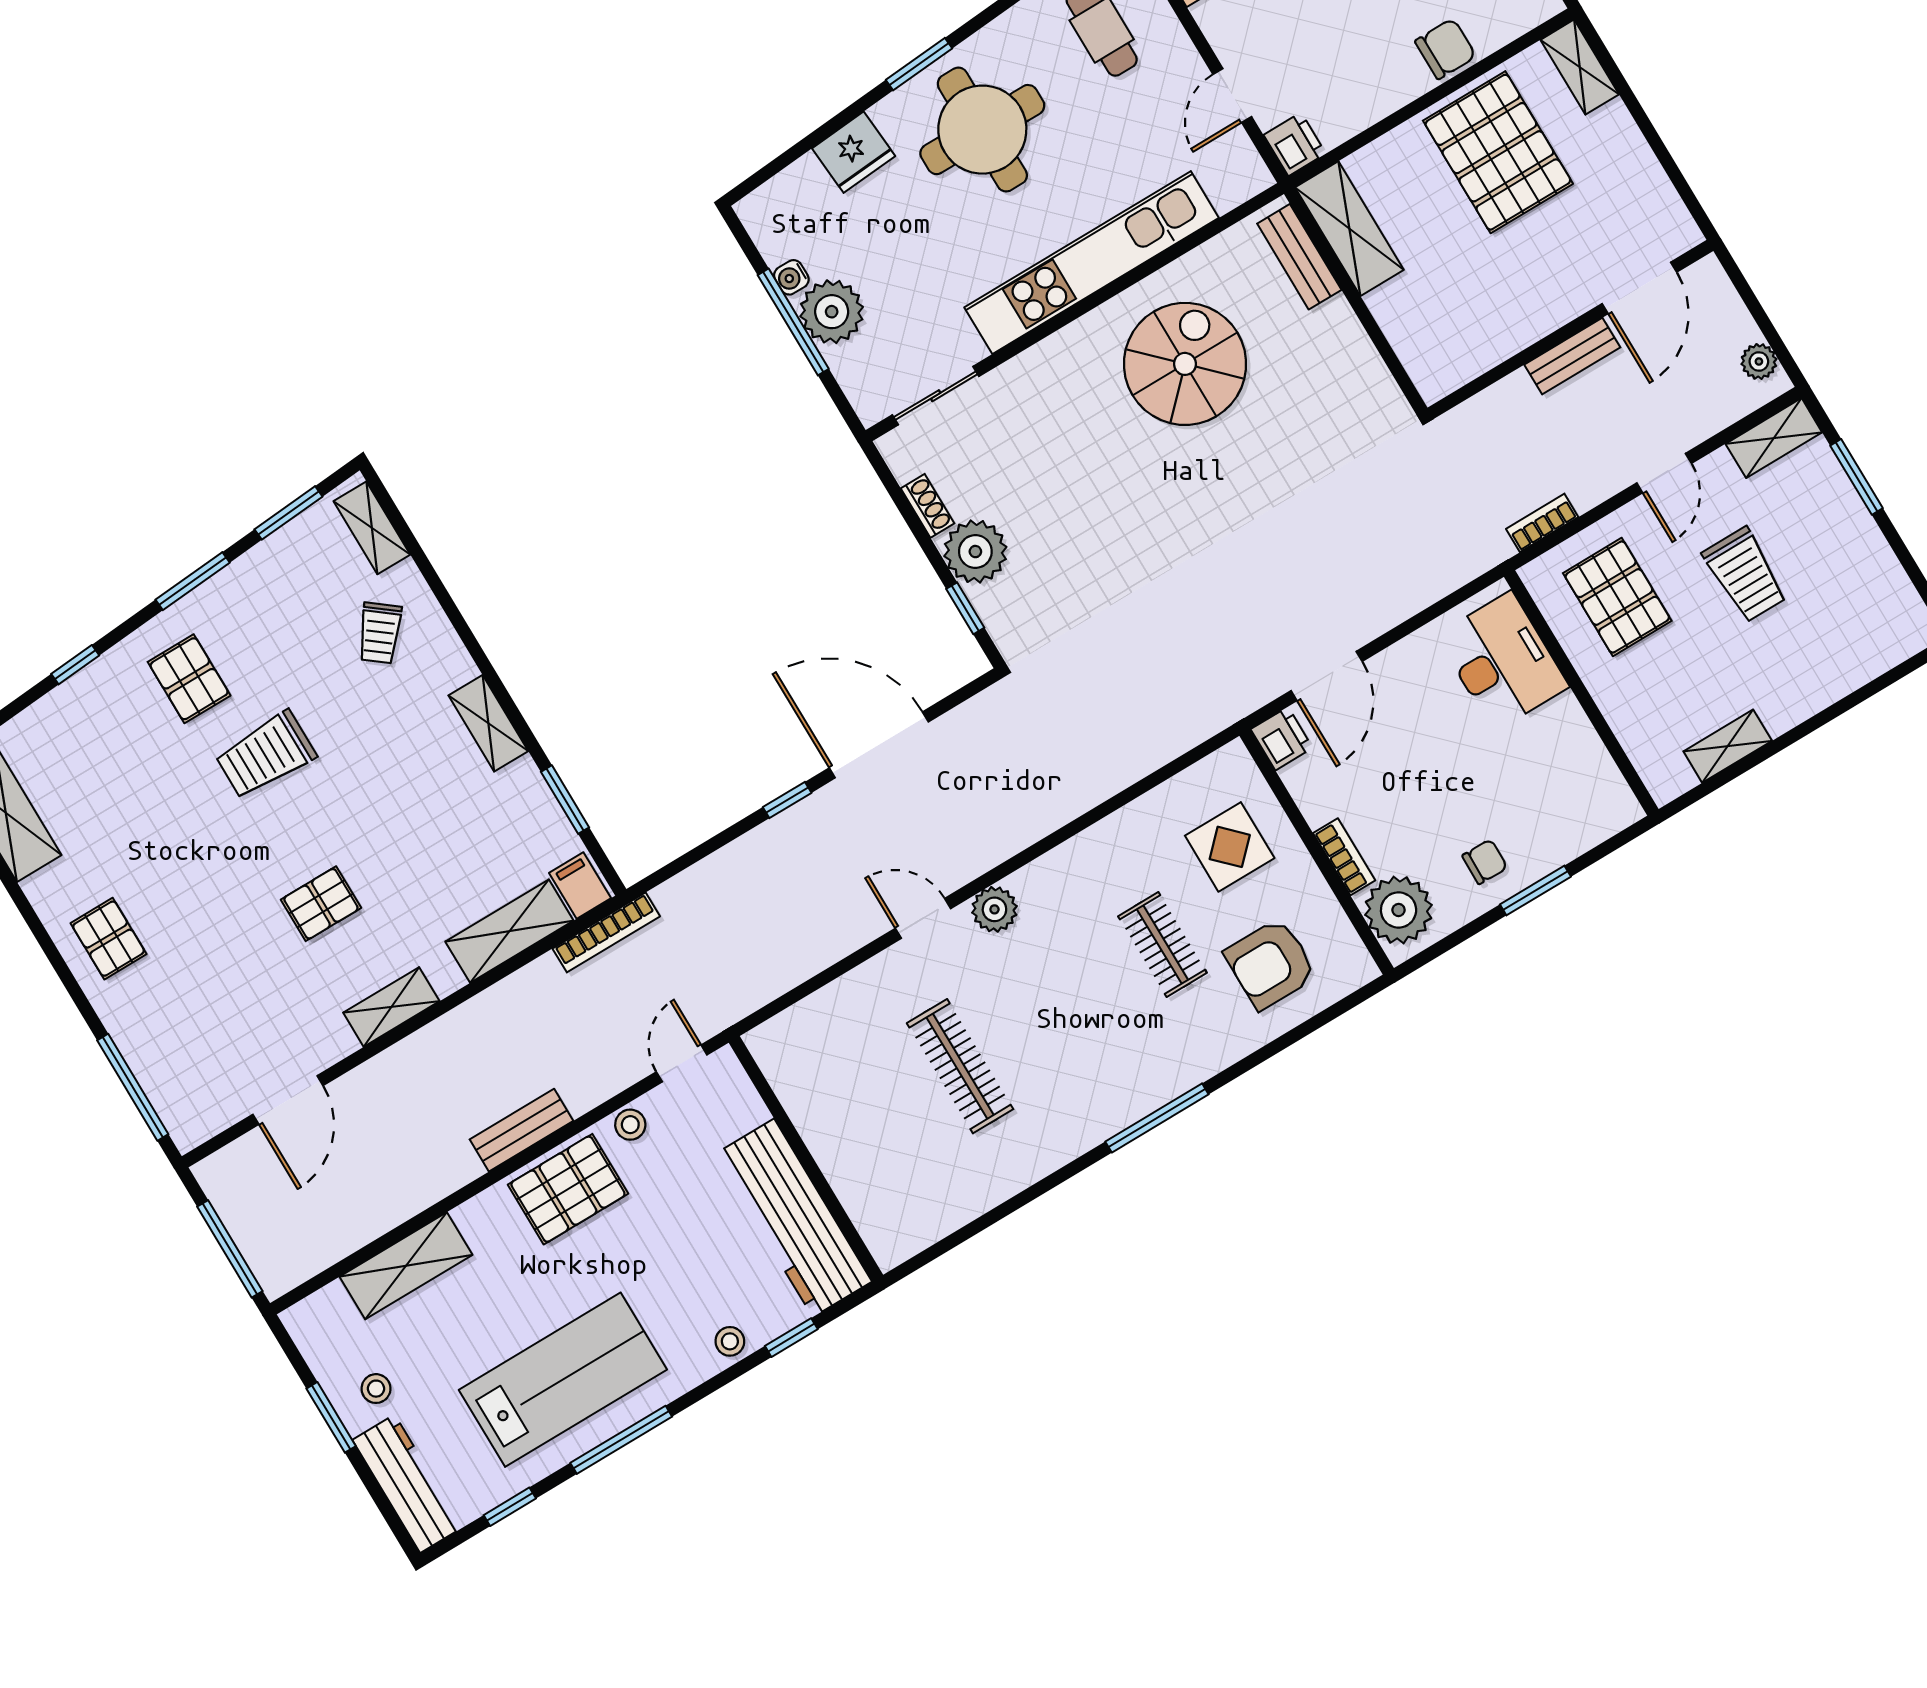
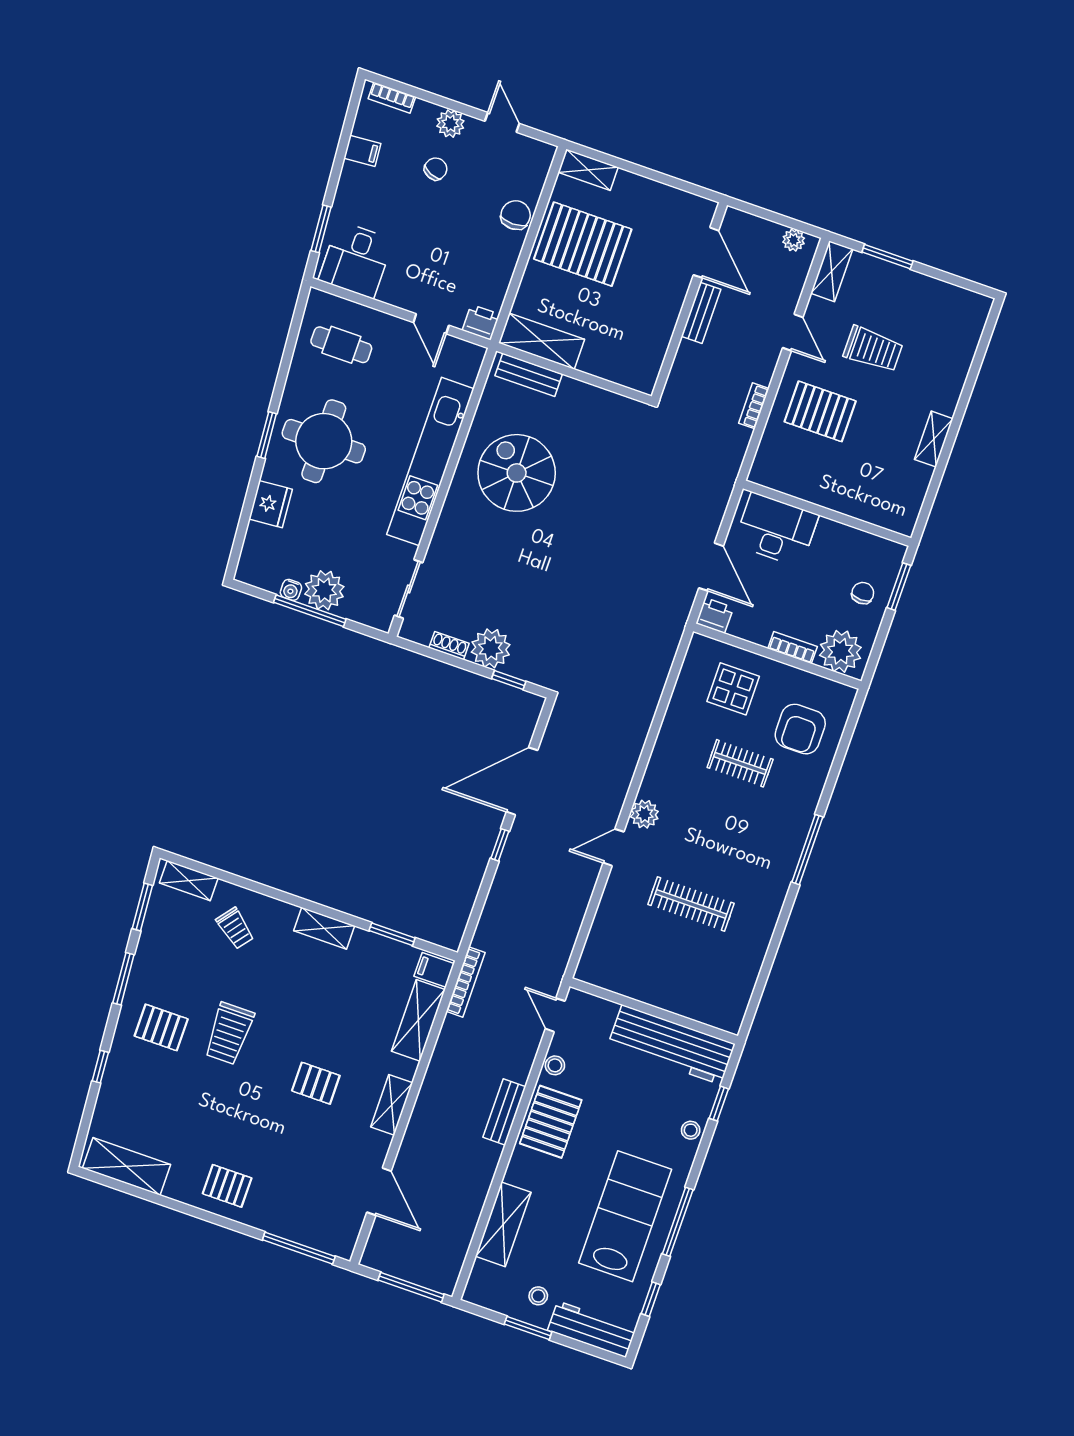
desk: (1503, 661) -> (776, 530), moved
wall: (1581, 693) -> (827, 513), moved
pallet: (321, 904) -> (316, 1083), turned 90

